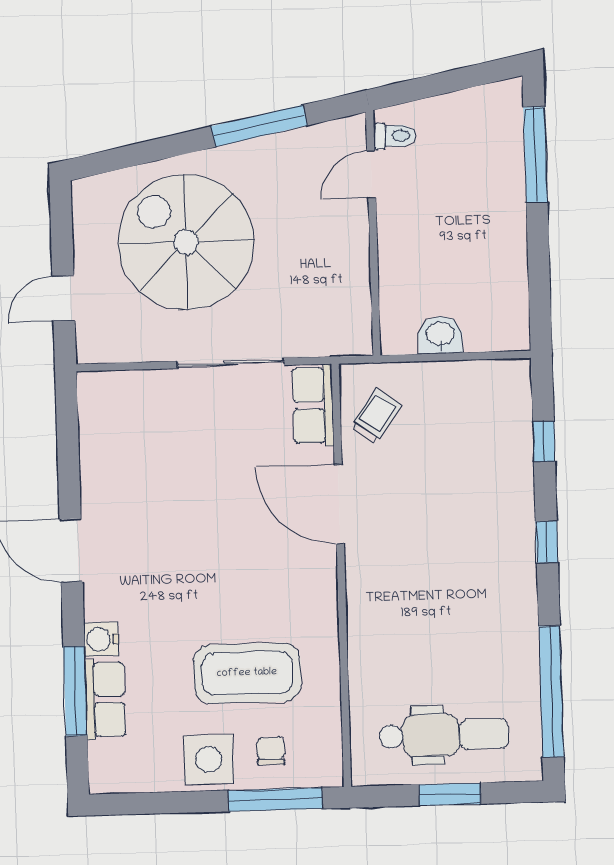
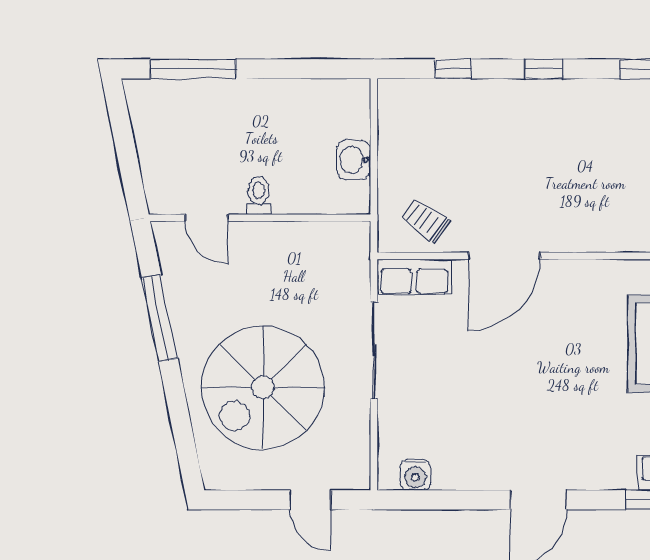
toilet: (395, 136) -> (259, 195), moved
water cooler: (101, 639) -> (415, 475), moved

